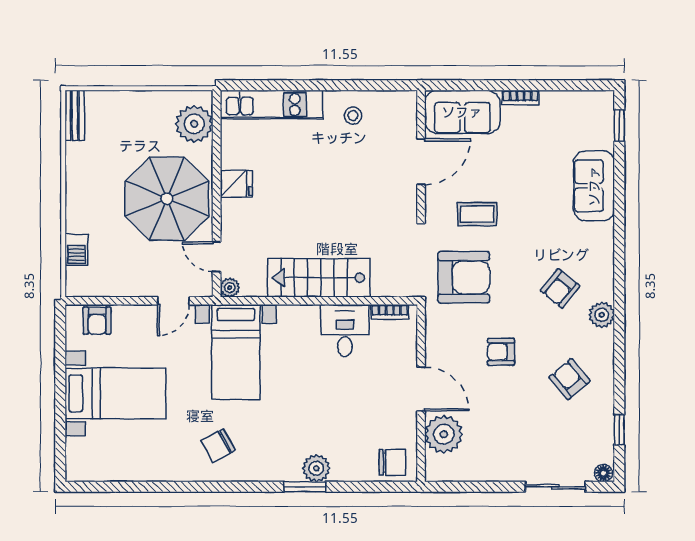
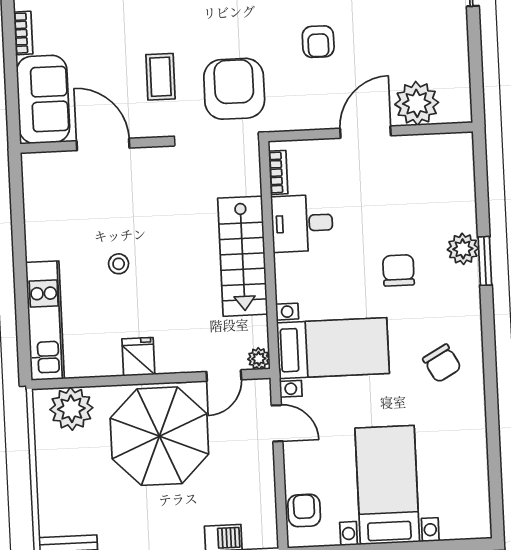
stool: (353, 116) -> (119, 264), moved
armchair: (97, 321) -> (304, 510), turned -90
chair: (392, 462) -> (398, 270), moved

